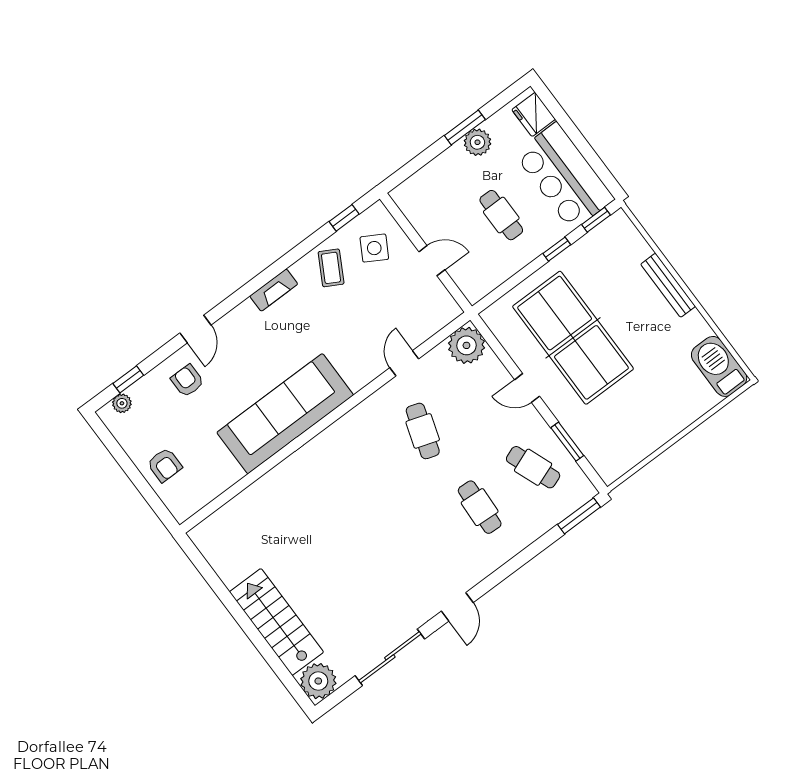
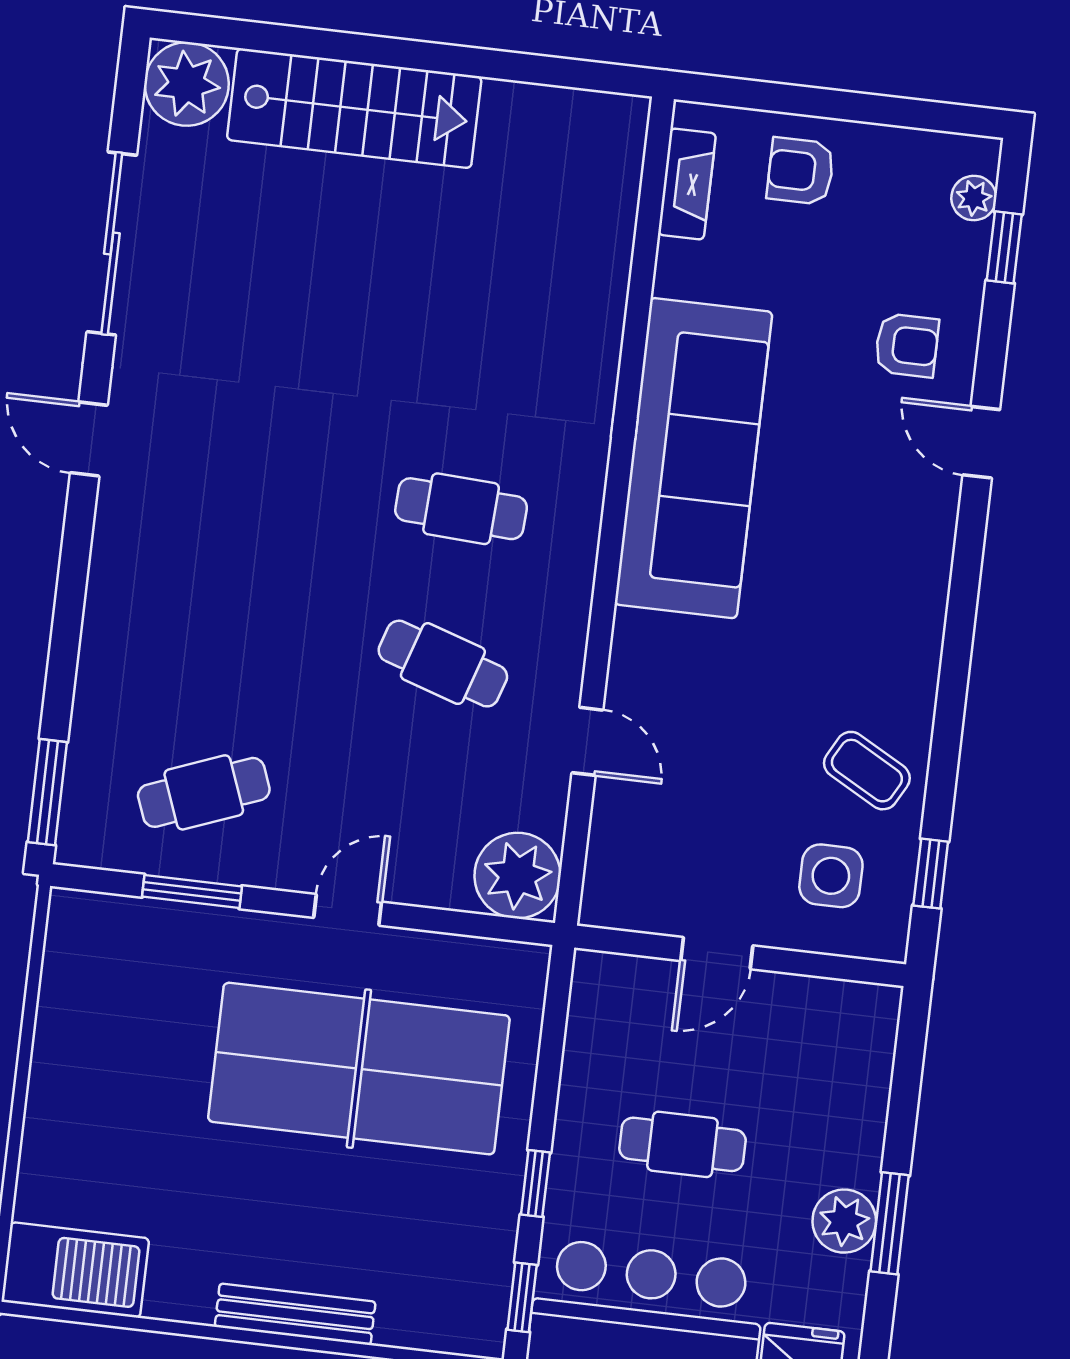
side table: (374, 248) -> (831, 876), turned -30
fireplace: (274, 290) -> (687, 184), moved, turned 180
cafe table: (480, 507) -> (461, 509), moved

